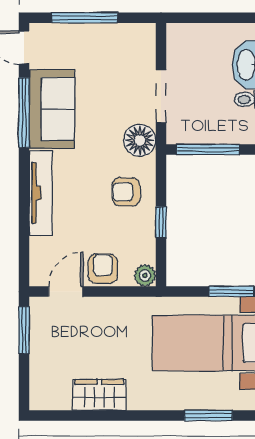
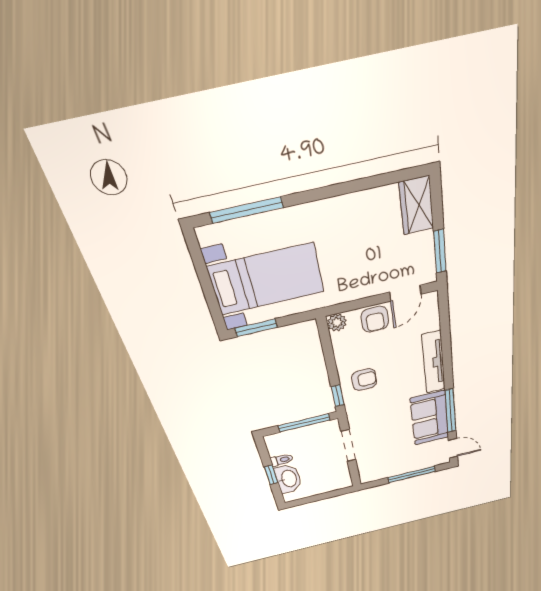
floor lamp: (140, 140) -> (359, 416), removed
window: (161, 222) -> (338, 396), moved
wardrobe: (99, 395) -> (417, 206), moved, turned 90
window: (208, 416) -> (247, 210), width x1.44

